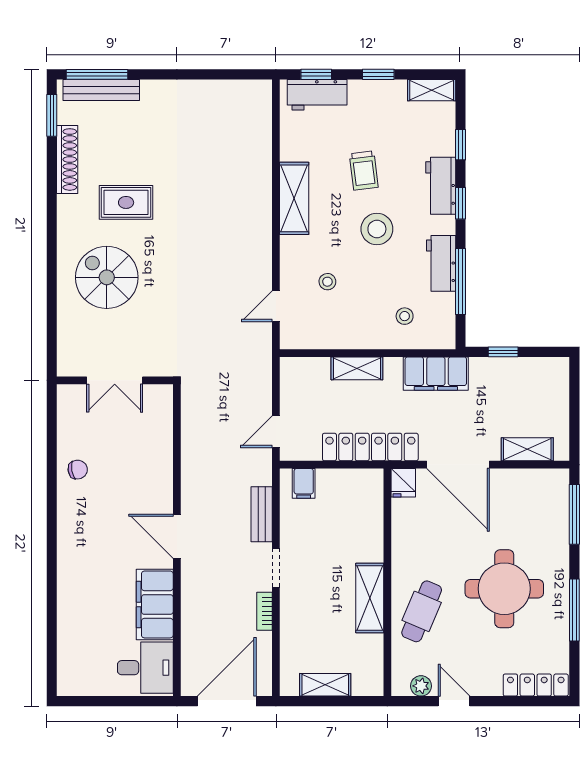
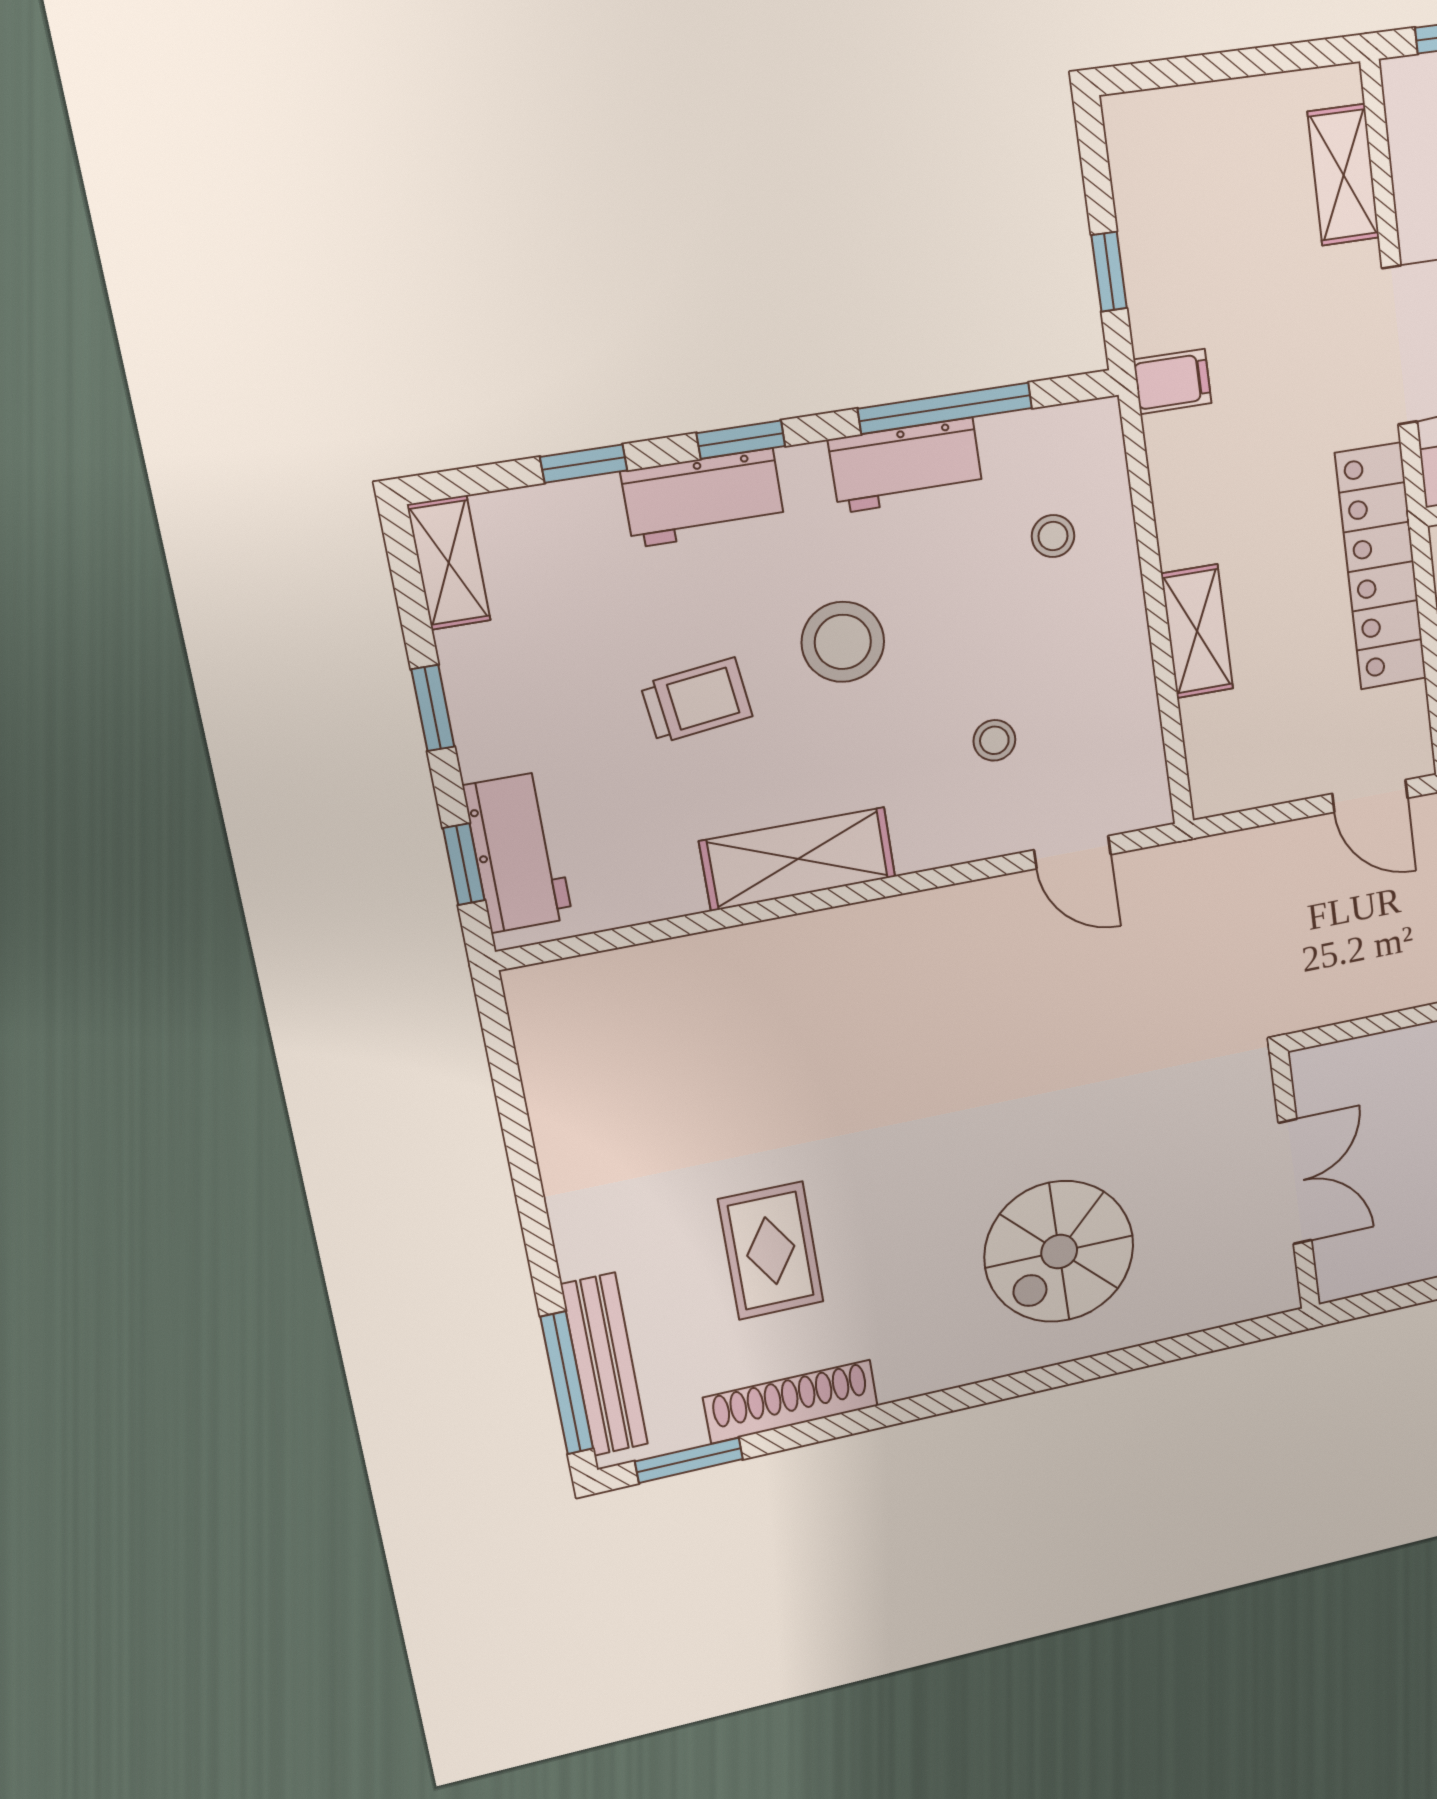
rug: (126, 202) -> (771, 1251), moved
filing cabinet: (436, 374) -> (1173, 381), width x0.33, depth x0.86

